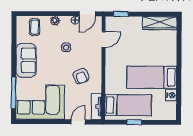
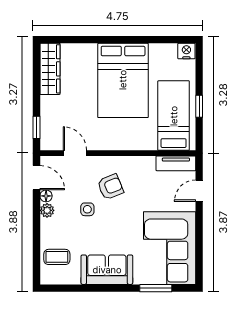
plant: (55, 21) -> (47, 210), moved
armchair: (81, 76) -> (110, 187), moved
bed: (152, 77) -> (123, 80), width x1.50
window: (14, 93) -> (156, 288), width x0.69
nightstand: (171, 95) -> (186, 51), moved
door: (78, 122) -> (199, 191), hinge flipped

